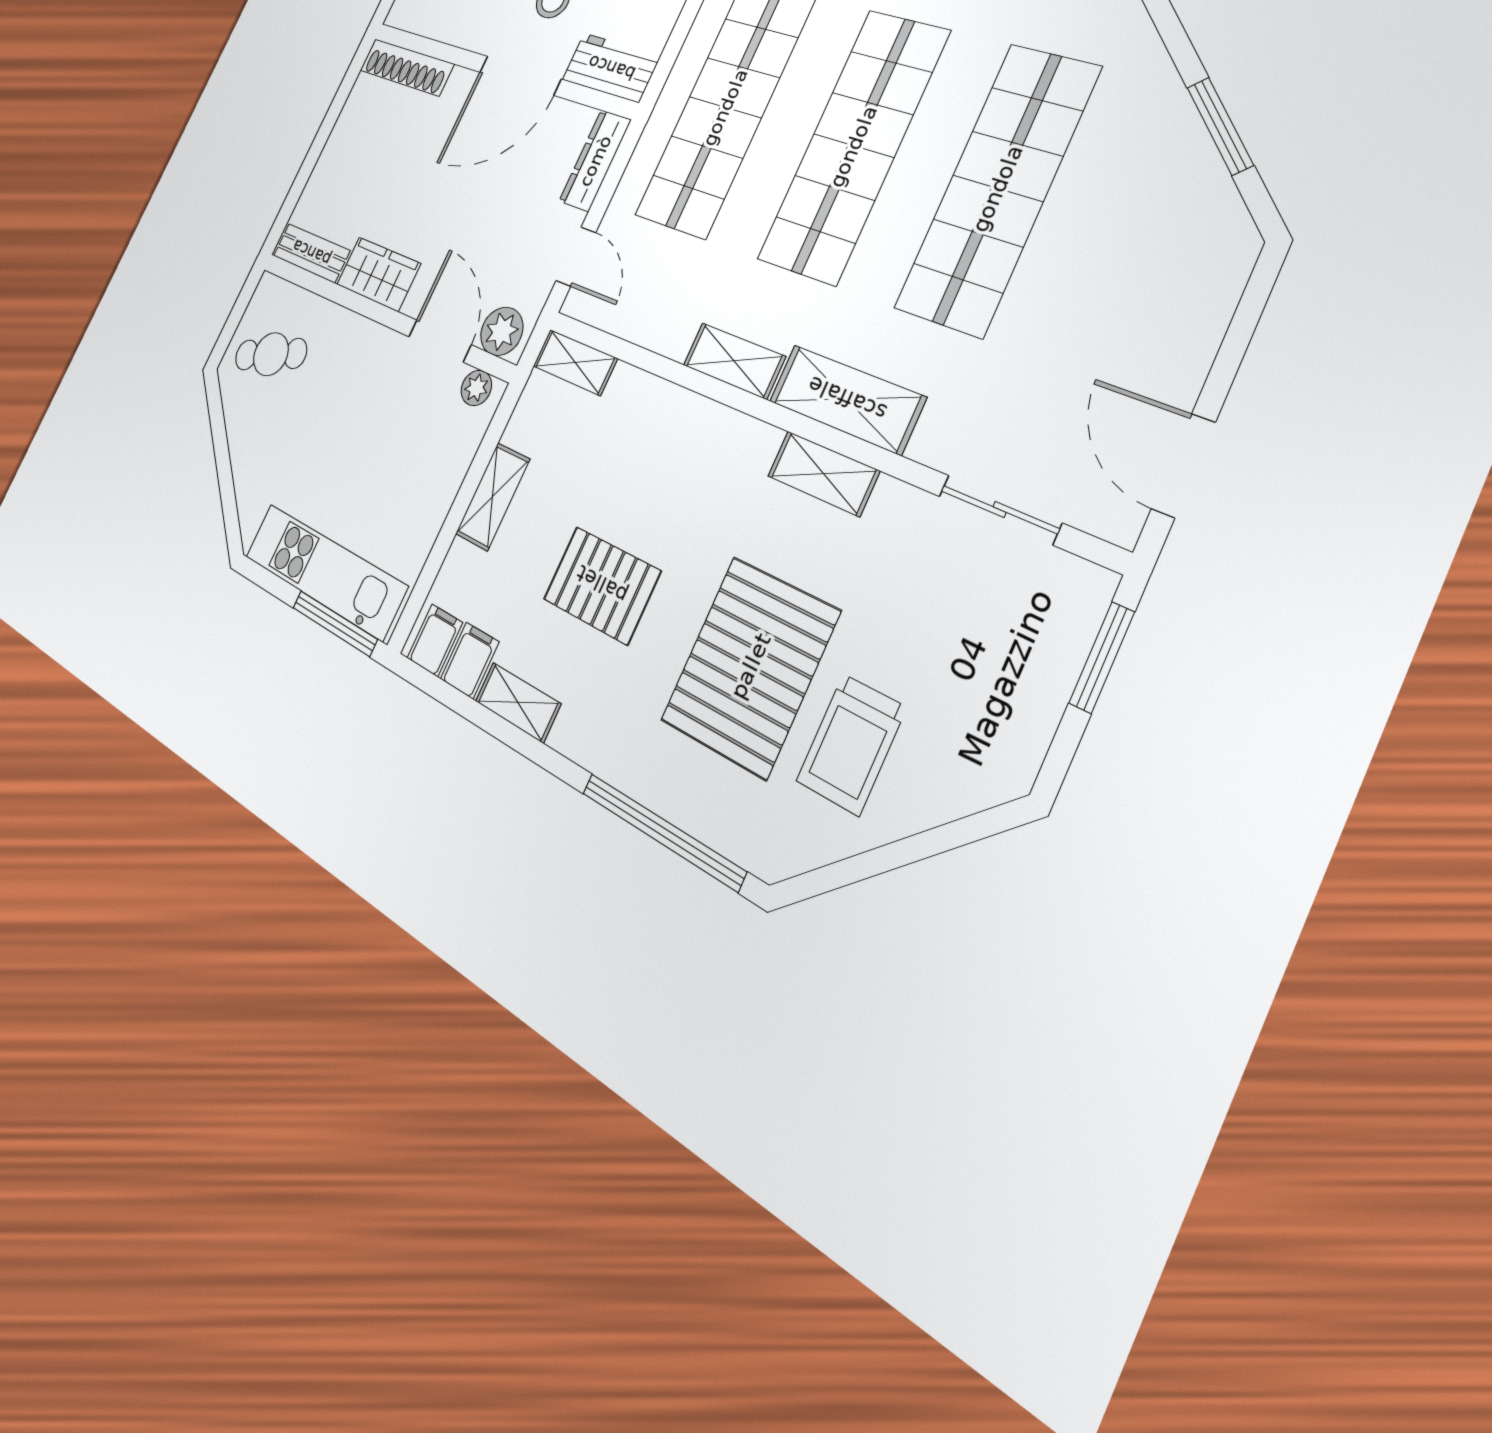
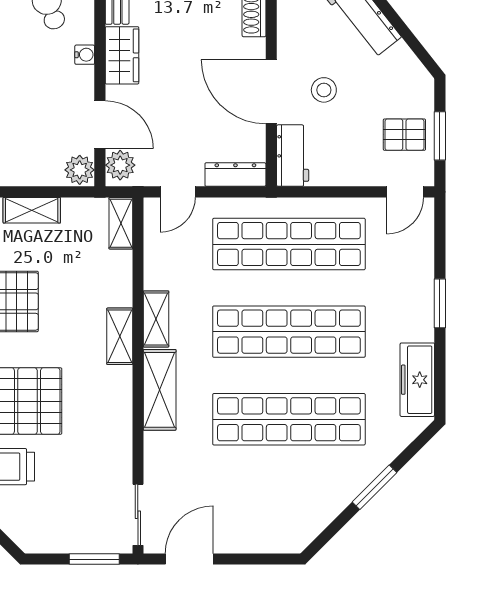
window: (1220, 126) -> (375, 487), moved
water cooler: (352, 327) -> (85, 55), added
door: (440, 341) -> (100, 125), hinge flipped
plant: (476, 388) -> (80, 170), width x1.38, depth x1.38
shelving: (823, 473) -> (120, 336), moved
sliding door: (1000, 510) -> (138, 515), moved

